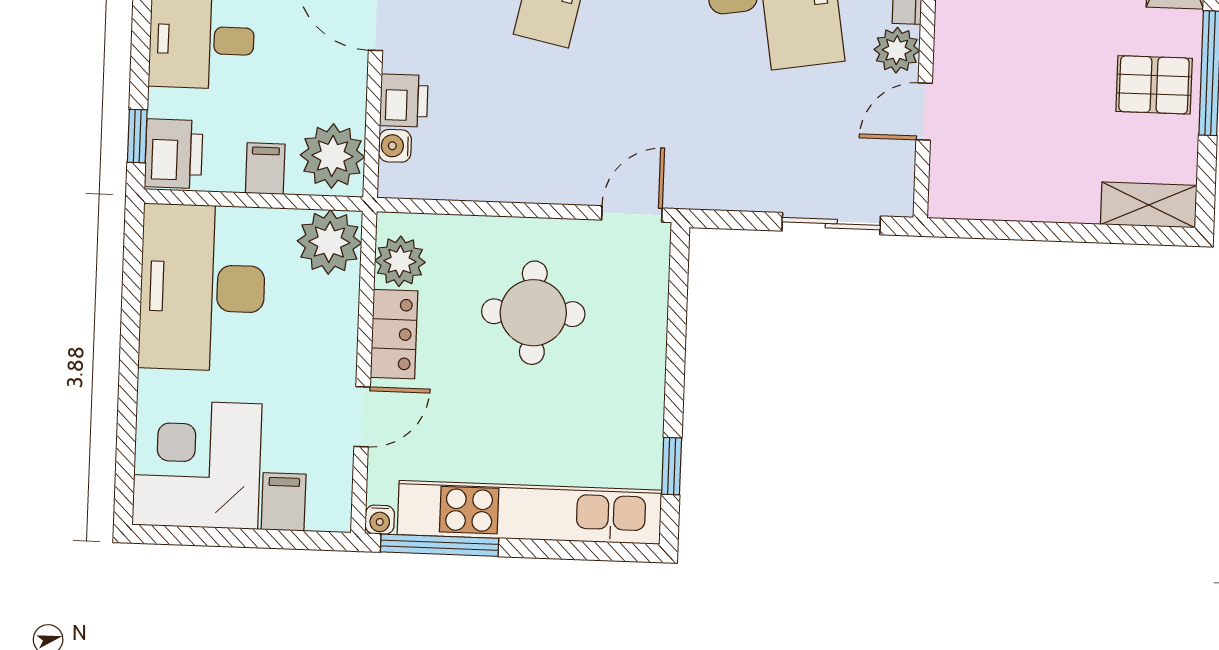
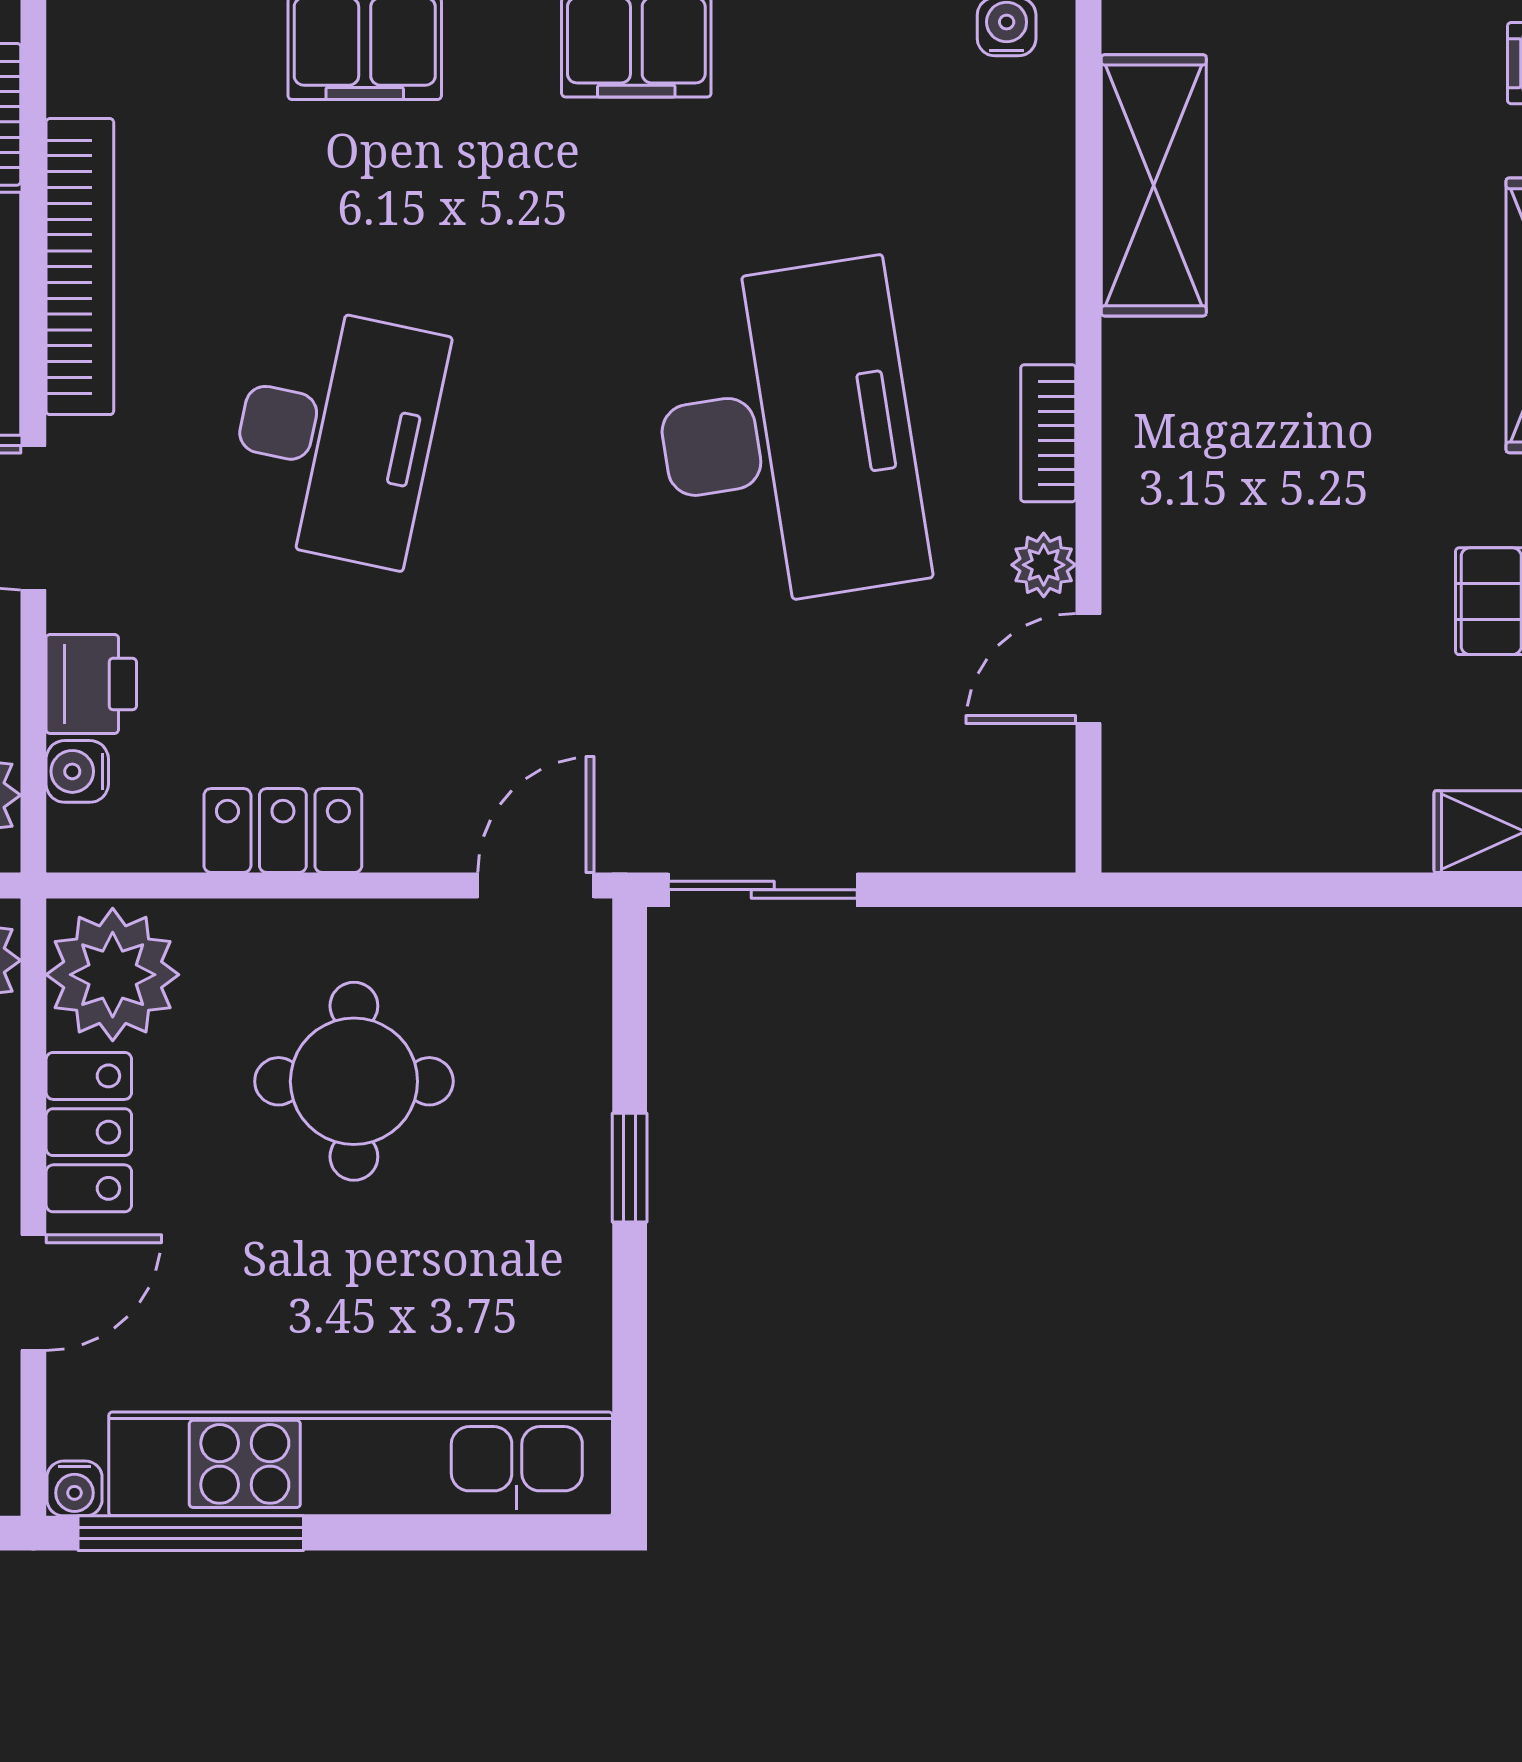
plant: (897, 50) -> (1044, 565), width x0.73, depth x0.73
locker: (501, 181) -> (283, 830), added
sliding door: (831, 224) -> (763, 890), moved
plant: (400, 261) -> (113, 975), width x1.36, depth x1.36
window: (672, 466) -> (630, 1168), moved

